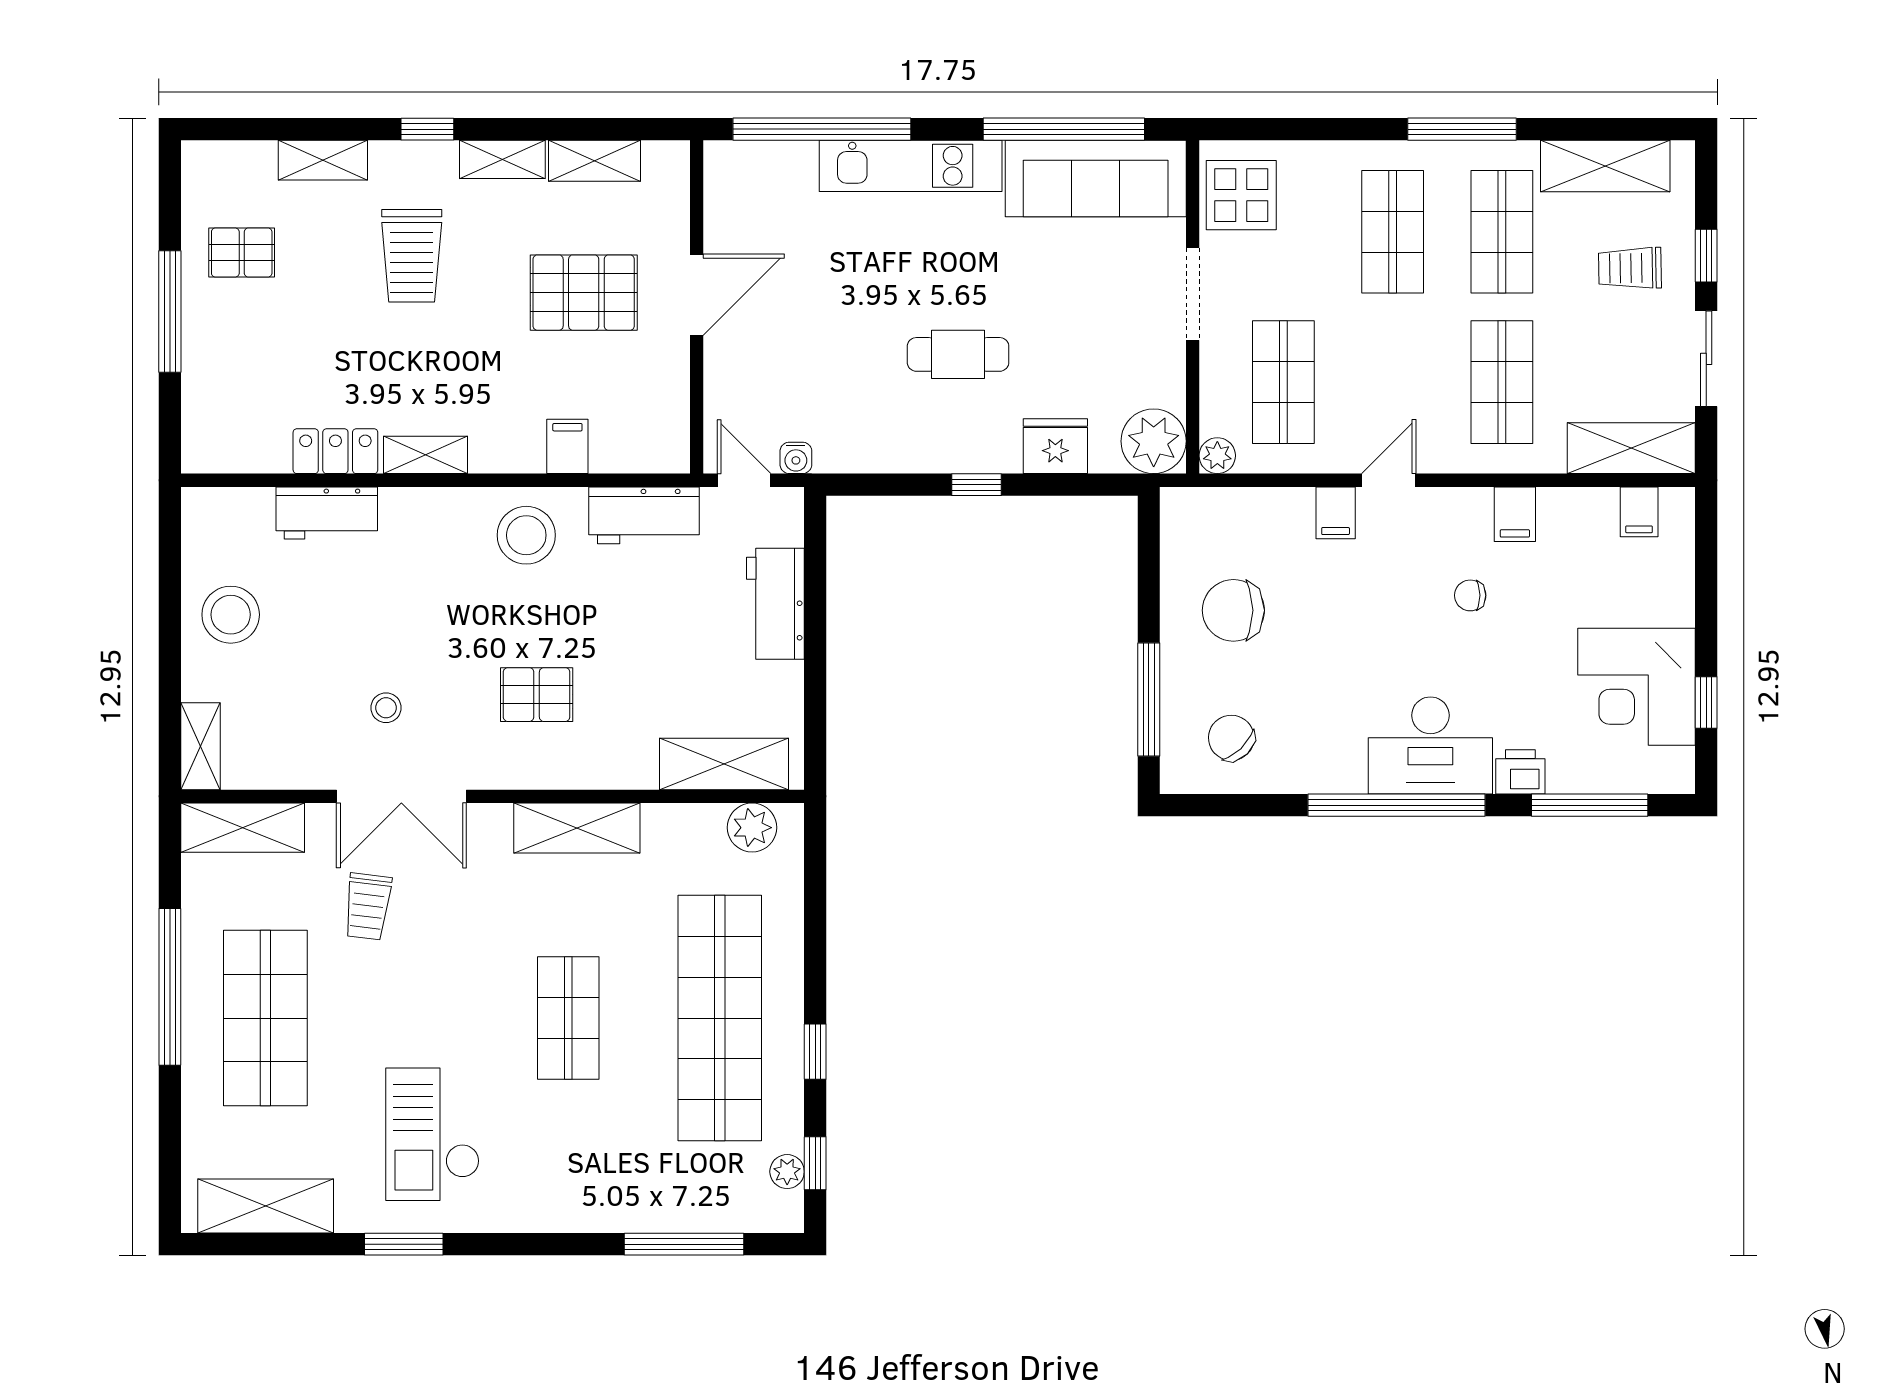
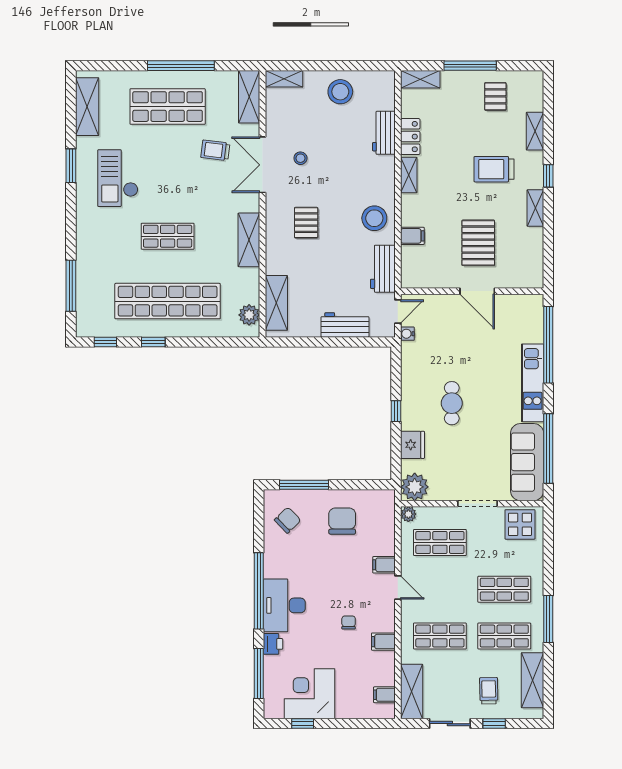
shelving: (594, 161) -> (420, 79), moved, turned 90
checkout: (433, 1134) -> (118, 178), turned -90
plant: (787, 1172) -> (102, 330), removed

